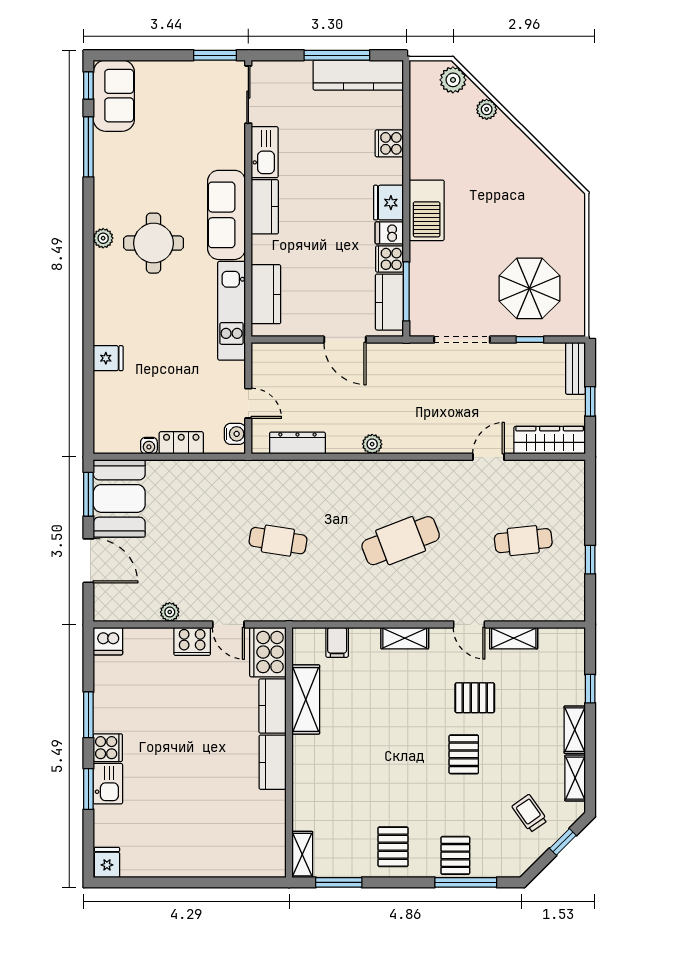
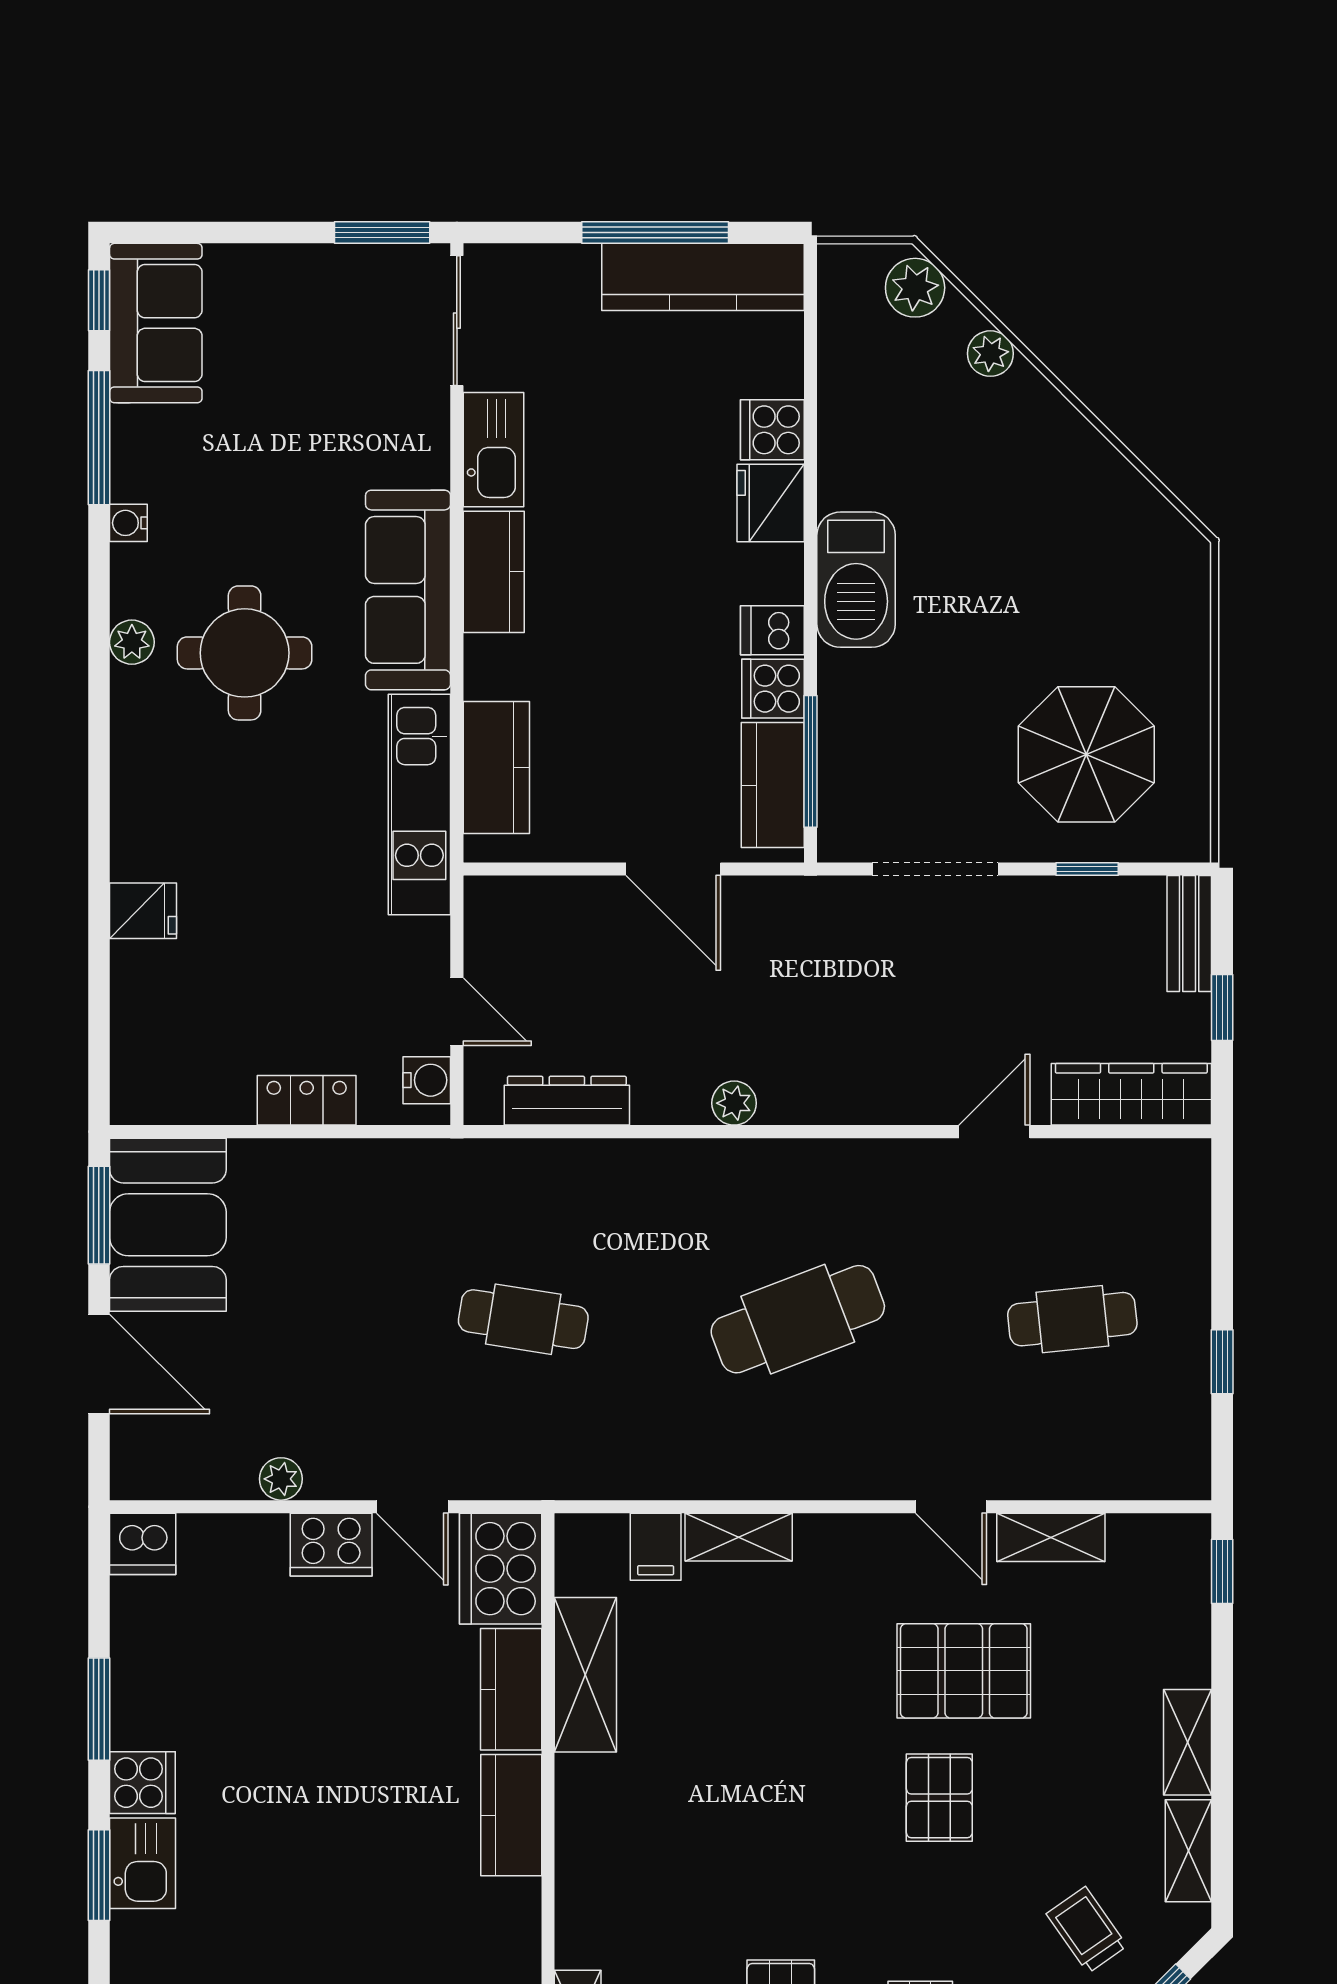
fridge: (388, 203) -> (771, 503), moved
water cooler: (149, 446) -> (128, 523), moved, turned 90
shelving: (405, 638) -> (739, 1537), moved
window: (590, 689) -> (1222, 1571), moved
pallet: (475, 698) -> (964, 1671), width x1.50, depth x1.42

